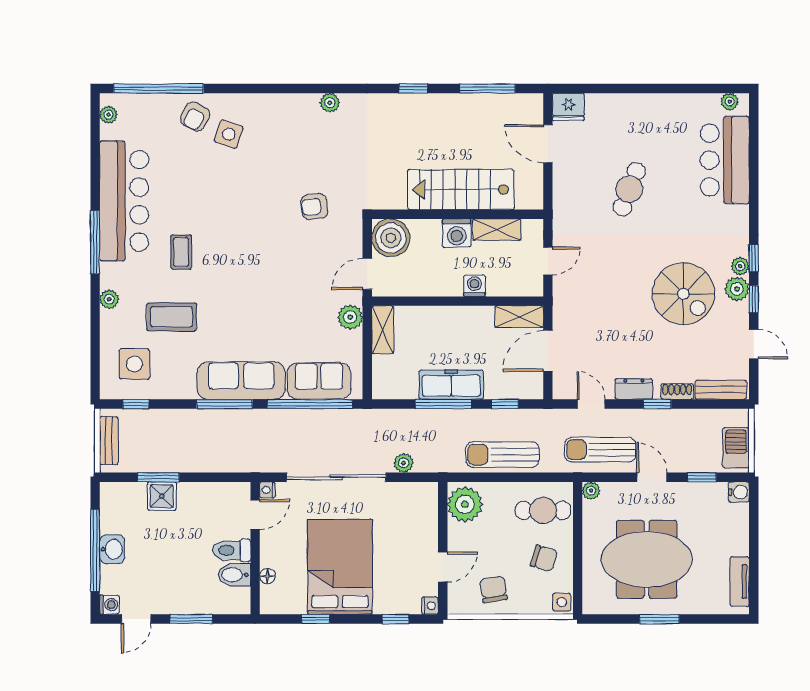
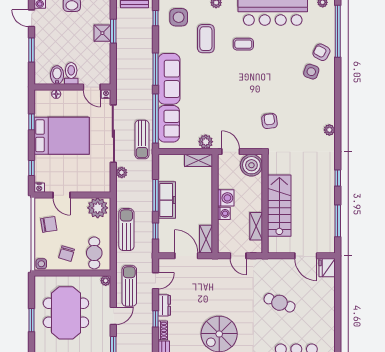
door: (548, 144) -> (306, 256), swing flipped
washing machine: (457, 233) -> (226, 198), moved, turned 180
sun lounger: (346, 428) -> (142, 140), added

